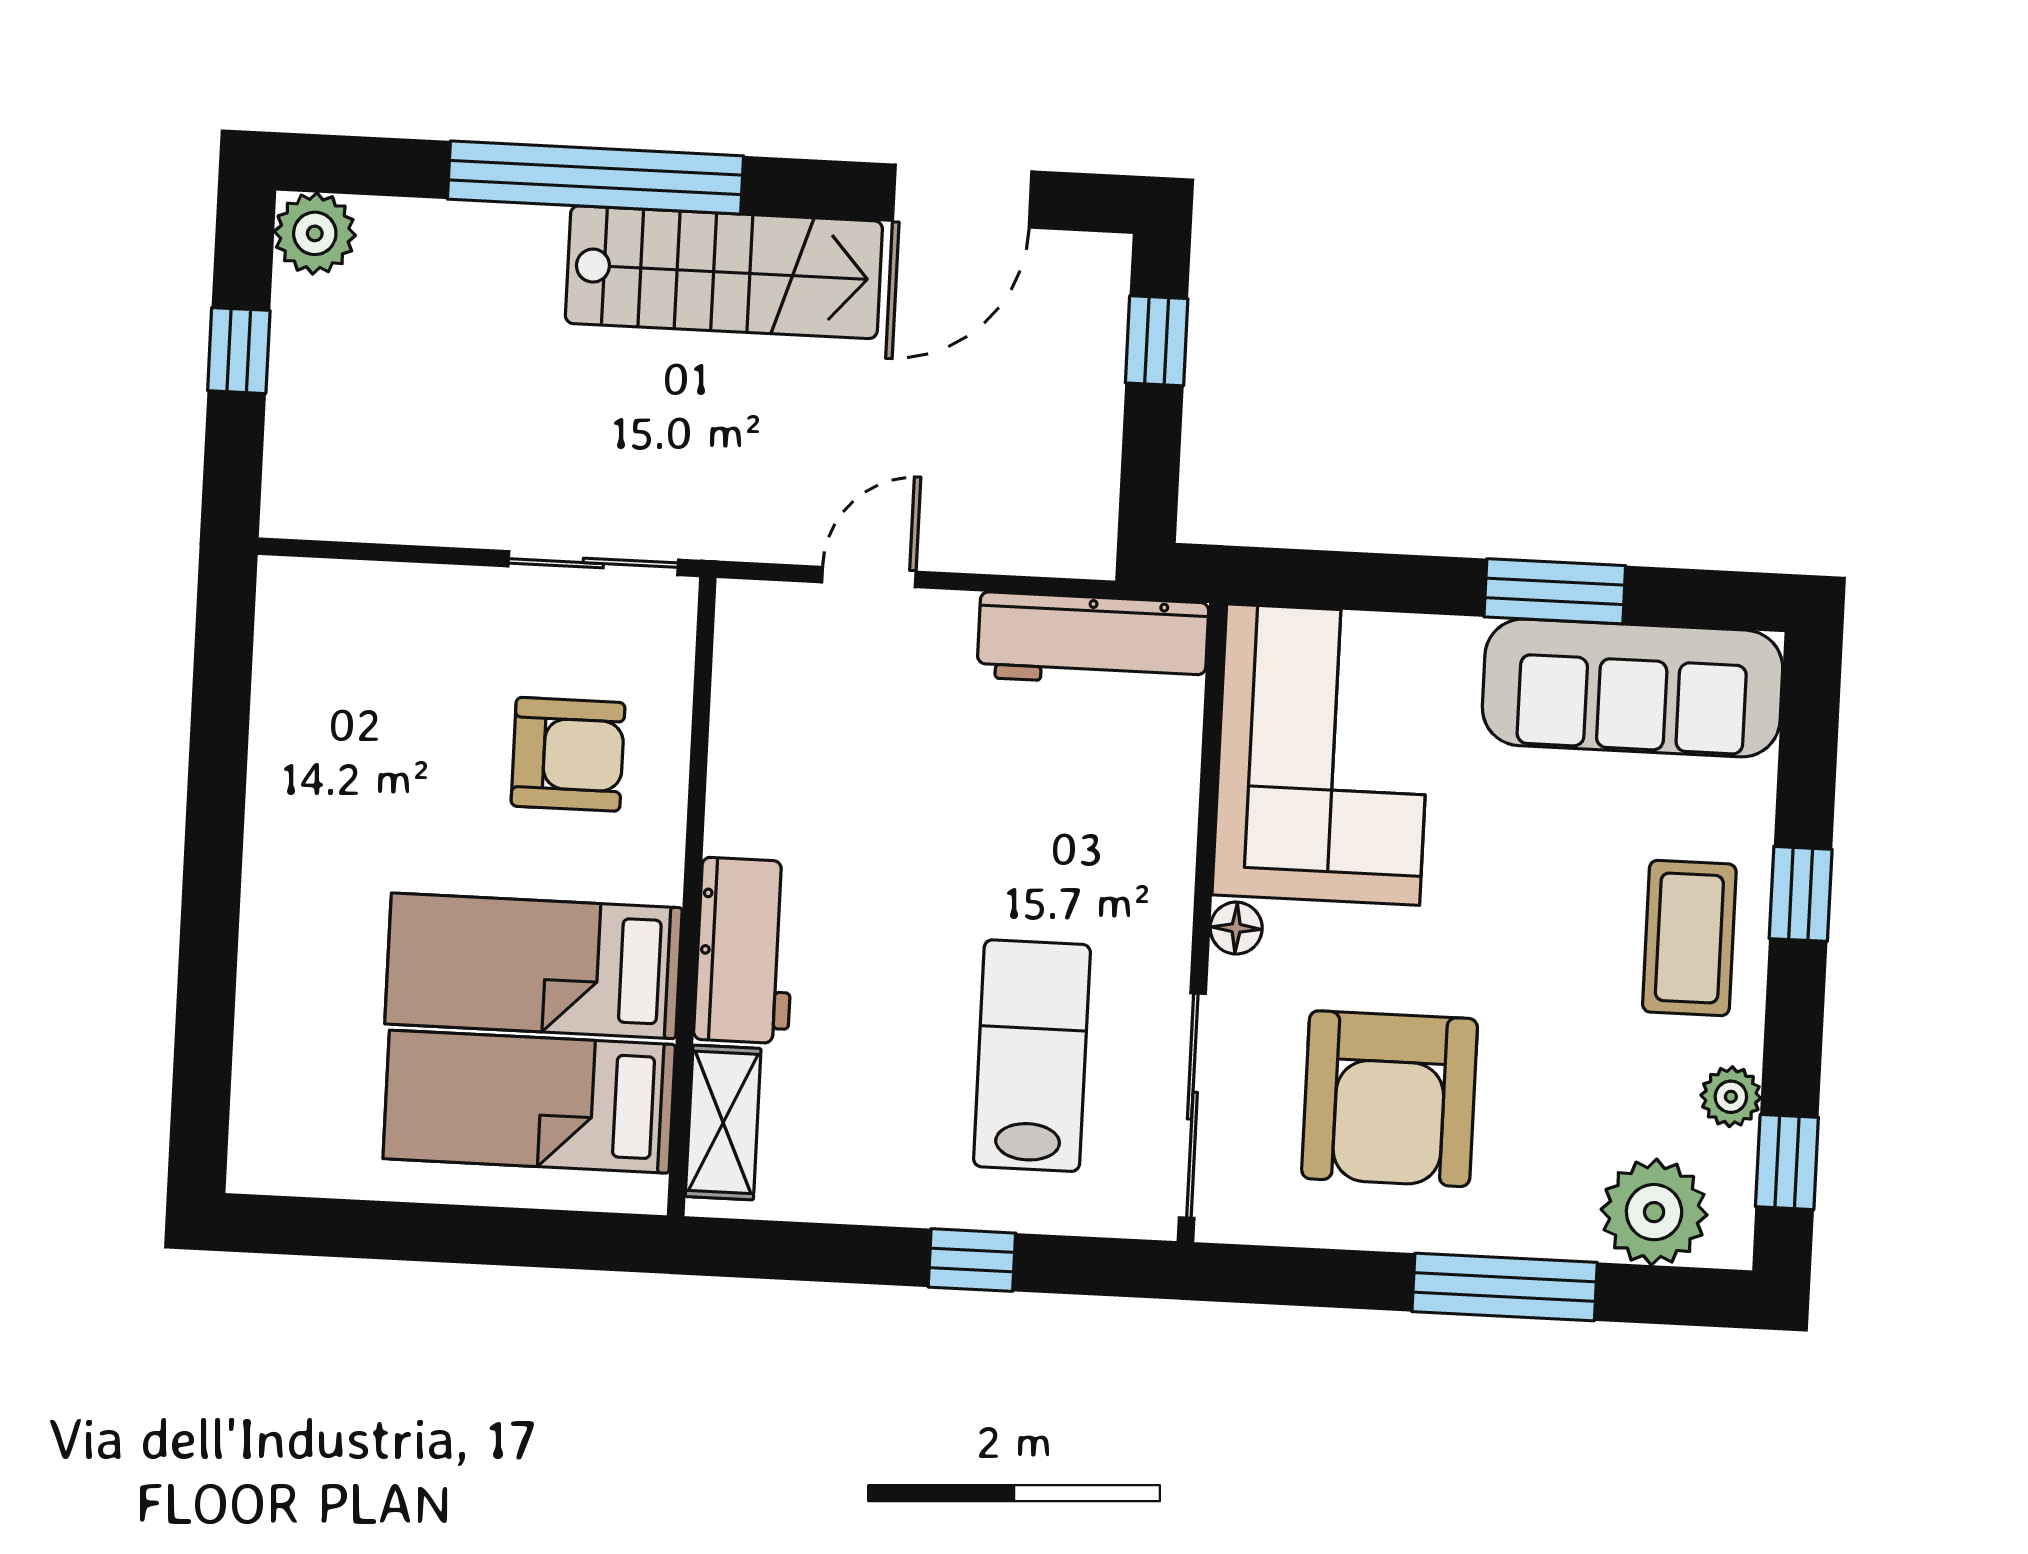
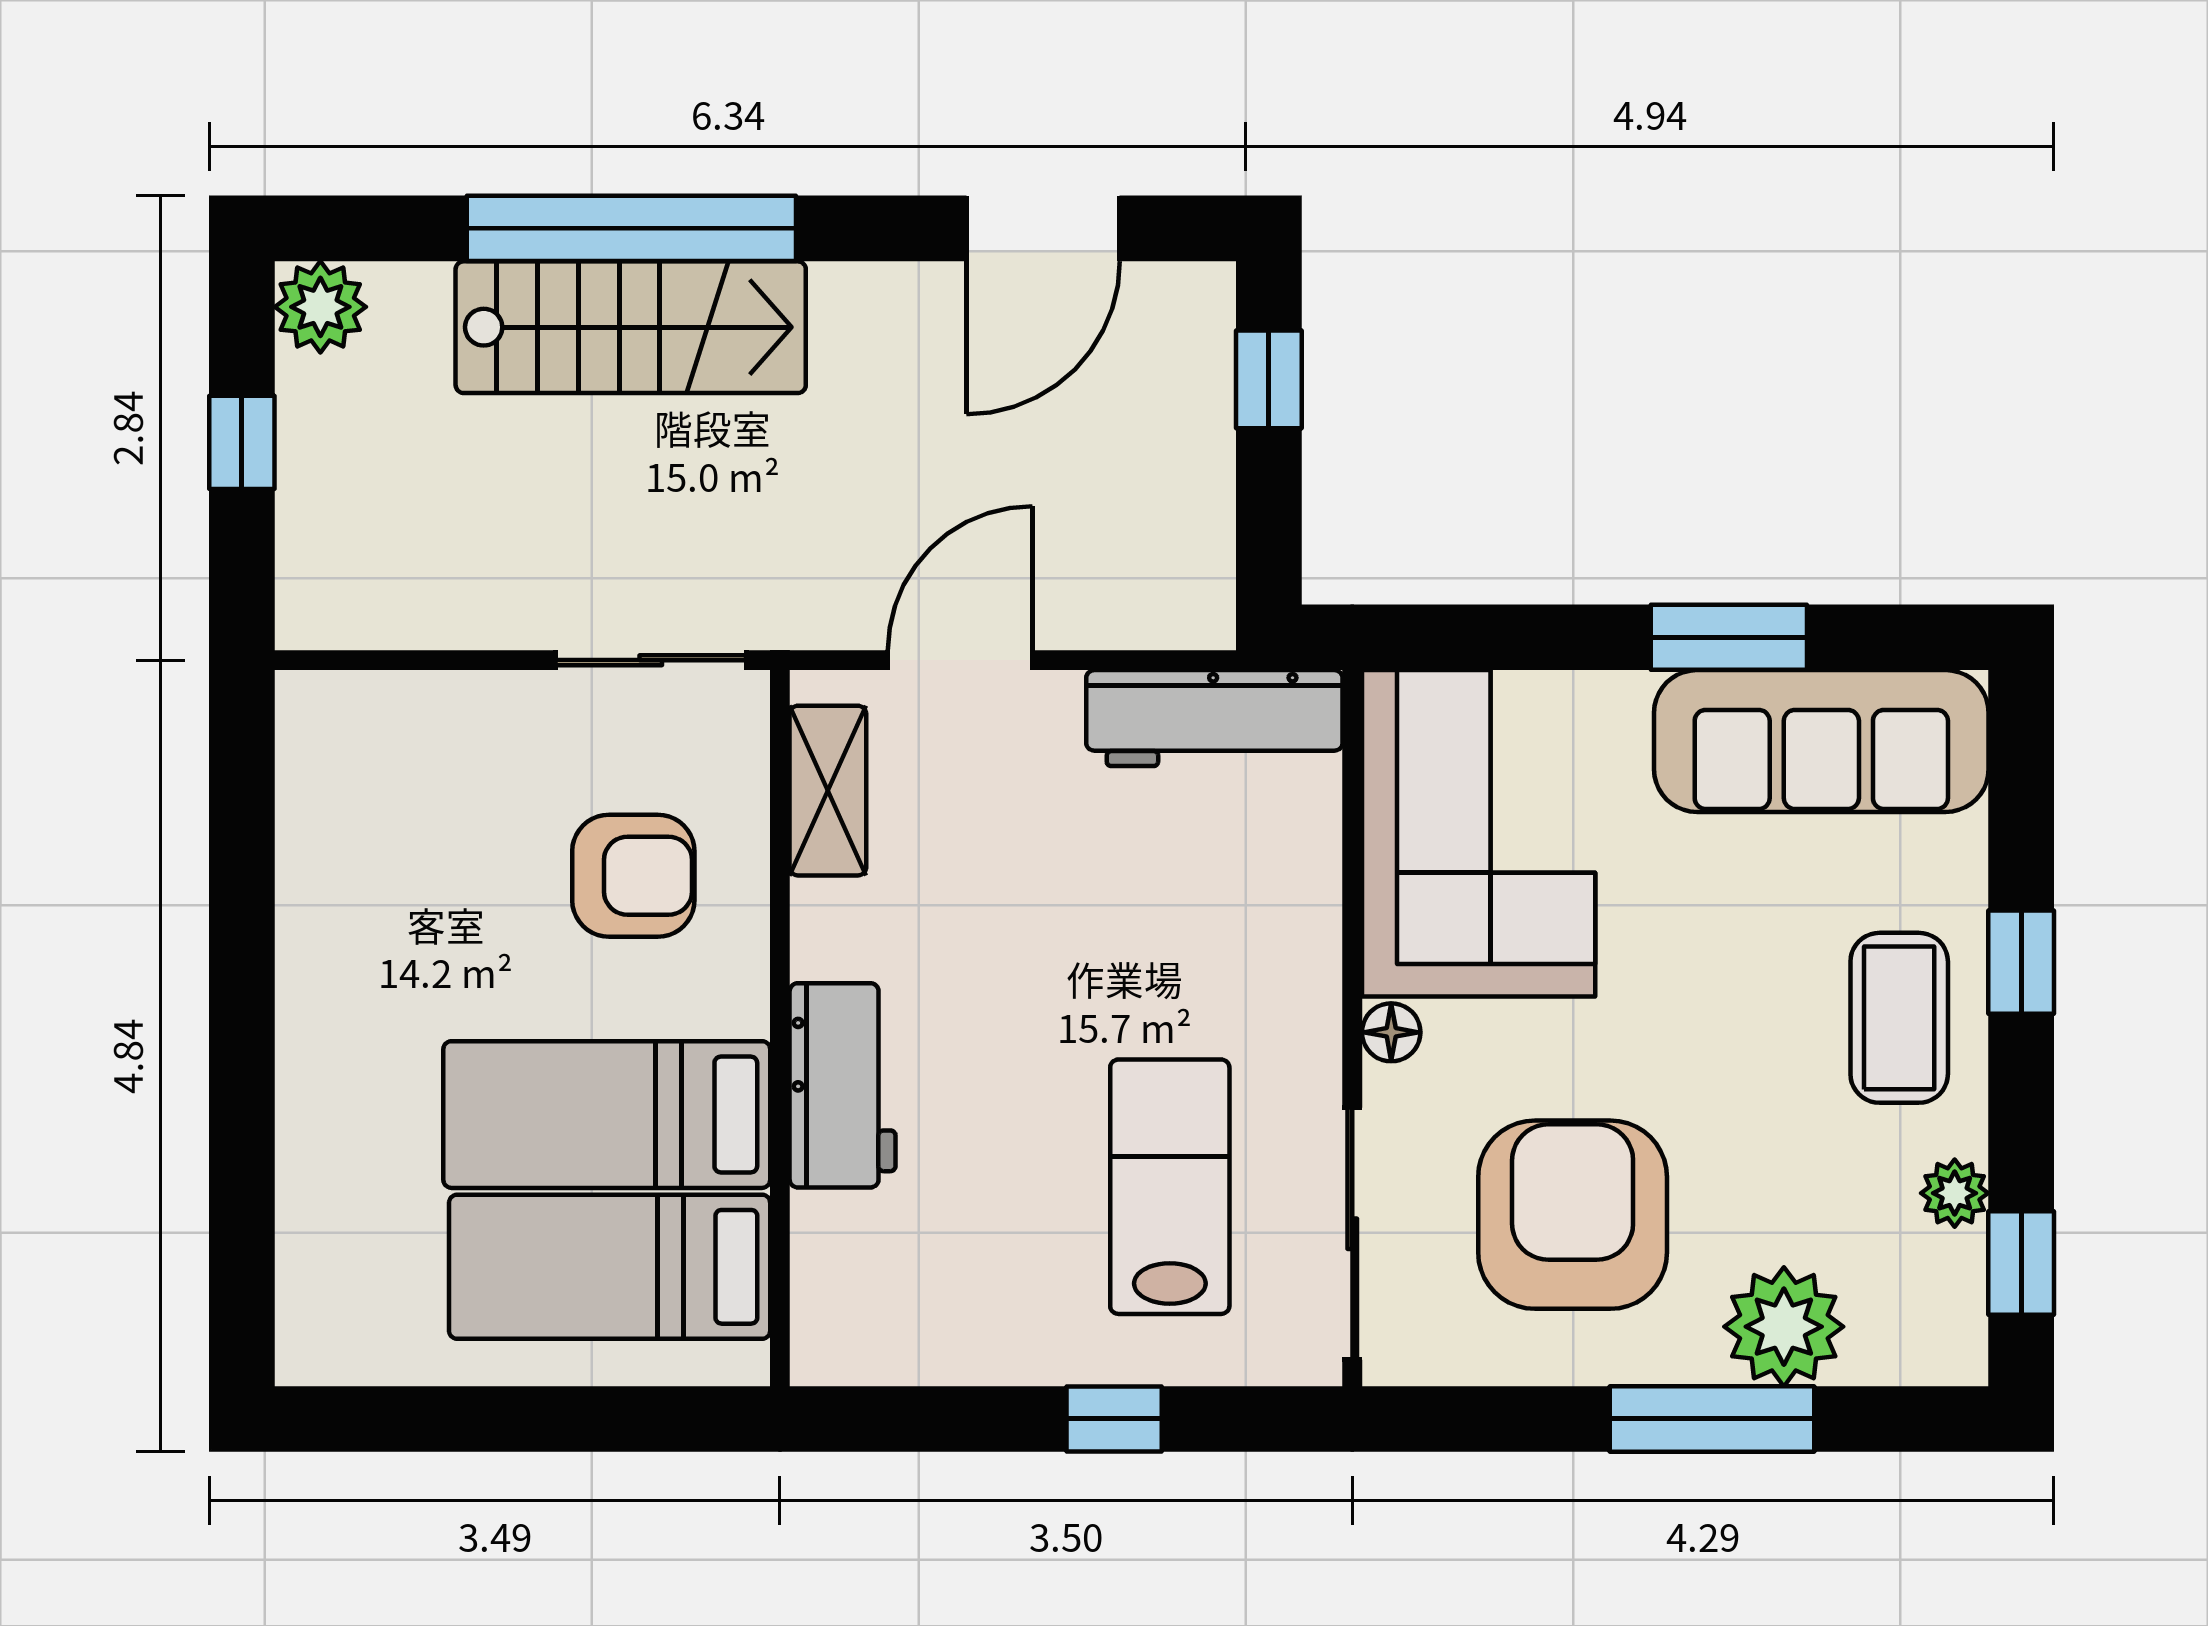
stairs: (724, 272) -> (631, 327), moved
door: (869, 577) -> (960, 660), width x1.38
armchair: (1390, 1099) -> (1573, 1215), turned 180
shelving: (723, 1122) -> (828, 791), moved
plant: (1654, 1212) -> (1784, 1327), moved

